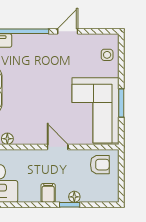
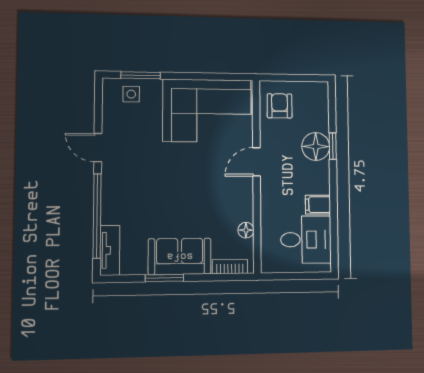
window: (121, 103) -> (141, 75), moved
filing cabinet: (48, 193) -> (318, 205), moved
floor lamp: (74, 197) -> (316, 146), width x1.89, depth x1.89

